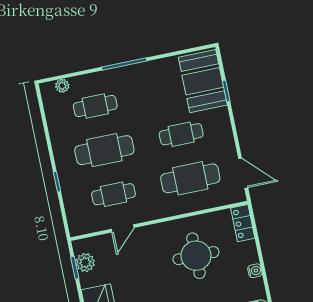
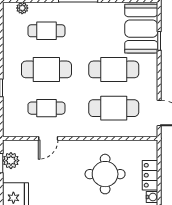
cafe table: (181, 134) -> (114, 69), width x1.37, depth x1.35
locker: (243, 223) -> (150, 175), moved

